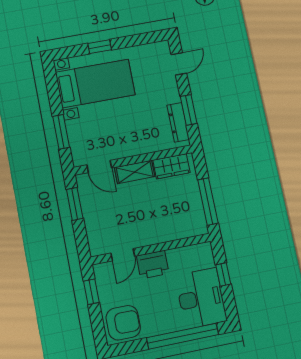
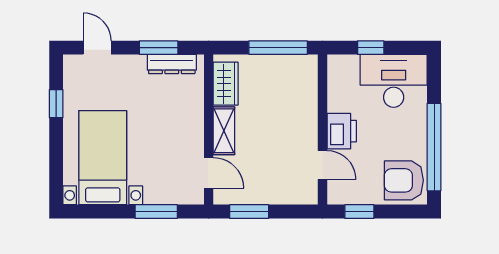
window: (100, 47) -> (56, 104), moved
door: (99, 166) -> (209, 173), hinge flipped
armchair: (123, 323) -> (404, 180), turned -90
window: (183, 336) -> (434, 147), moved

